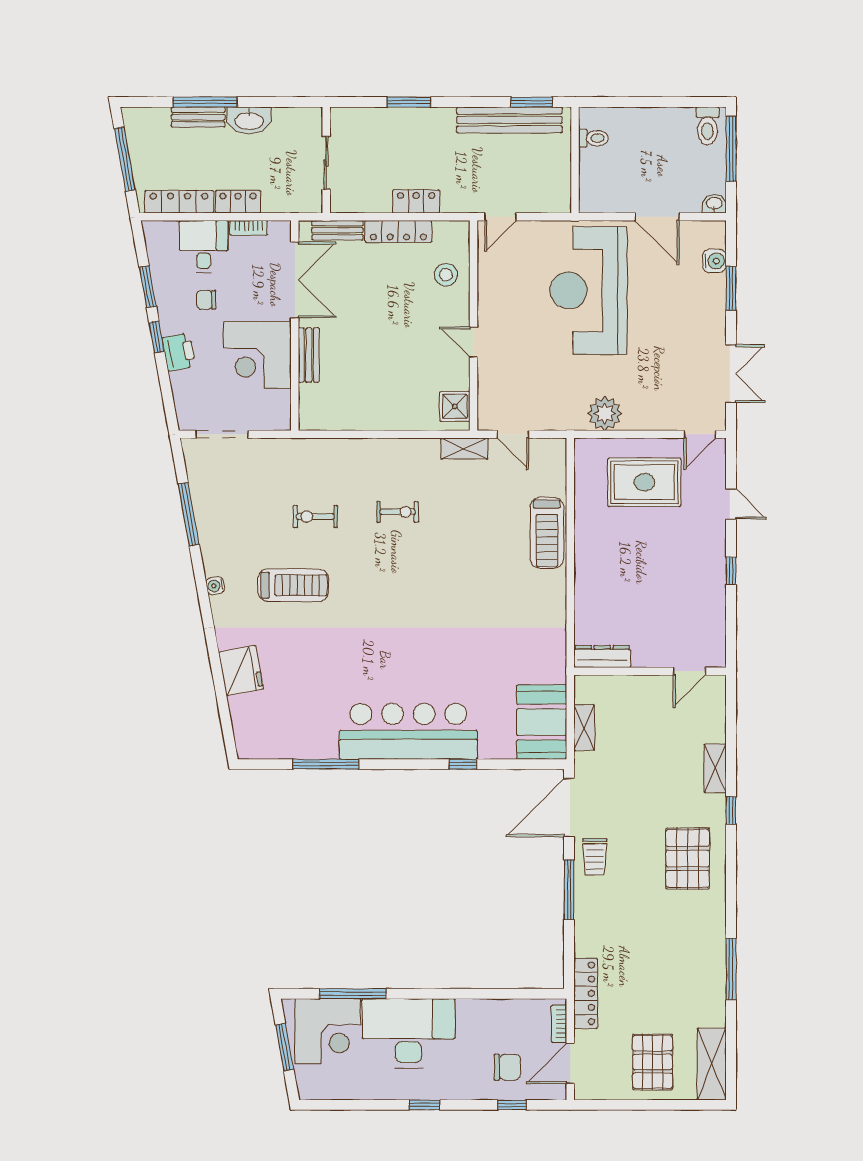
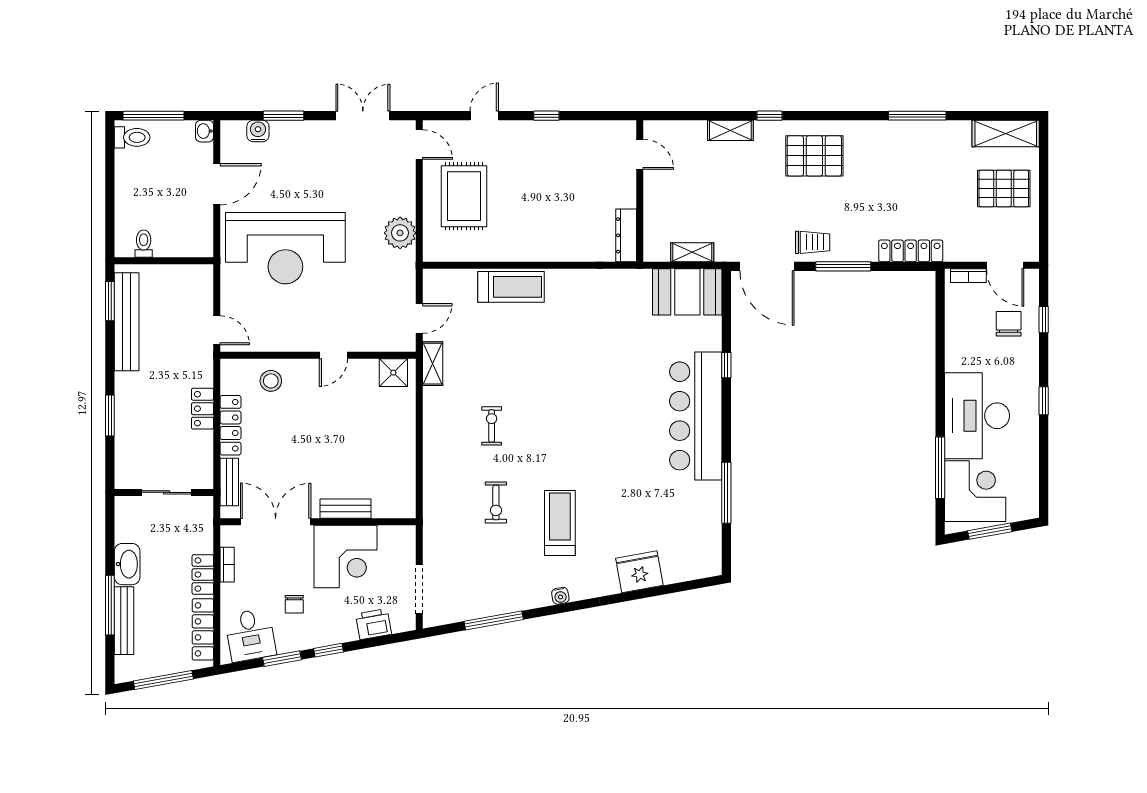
bench: (198, 117) -> (124, 621), width x1.36
desk: (204, 247) -> (250, 635), moved, turned -100
printer: (179, 352) -> (373, 624), moved
locker: (586, 993) -> (911, 251), moved

